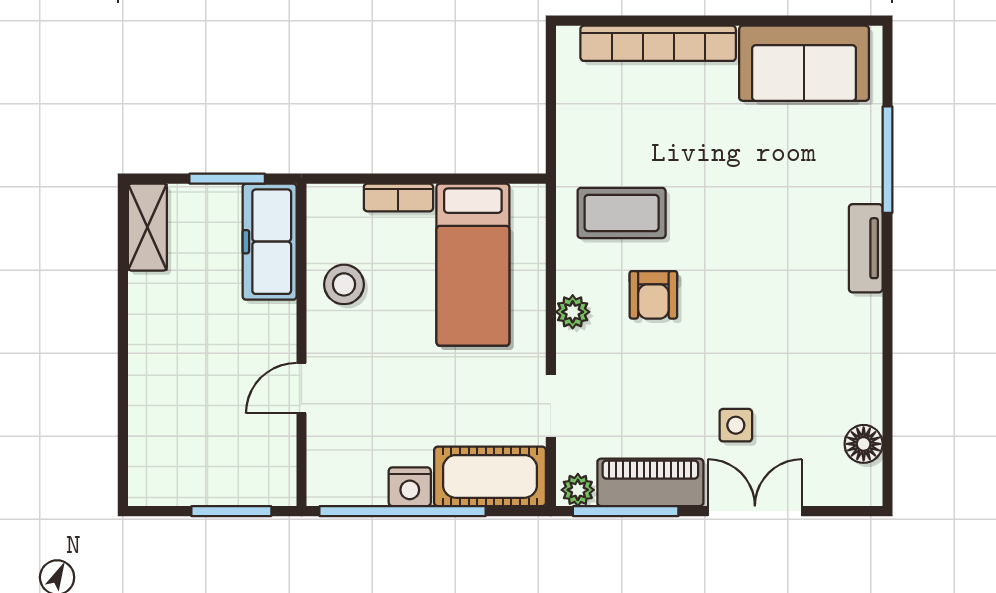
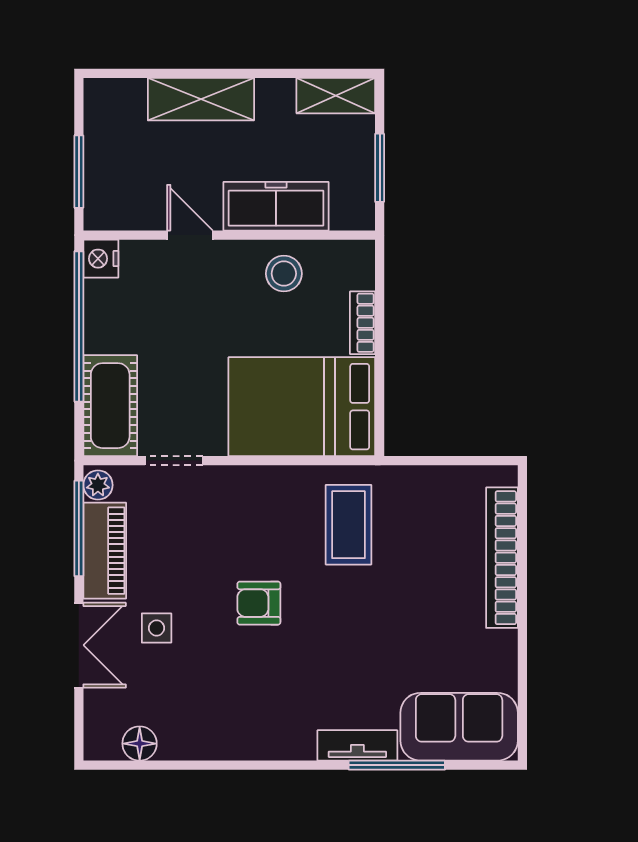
sofa: (804, 63) -> (459, 727), moved, turned 90
freezer: (270, 242) -> (276, 206), moved
tv unit: (866, 248) -> (357, 745), moved
bed: (473, 265) -> (302, 407), width x1.50
armchair: (653, 295) -> (259, 603), moved
plant: (573, 312) -> (259, 480), removed
shelving: (151, 376) -> (201, 99), added
nightstand: (410, 487) -> (101, 259), moved

